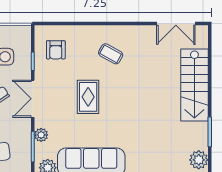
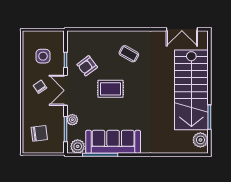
armchair: (56, 50) -> (87, 66), moved, turned 53
stairs: (194, 85) -> (191, 90), width x1.36, depth x1.51
rug: (88, 97) -> (110, 89), turned 90

